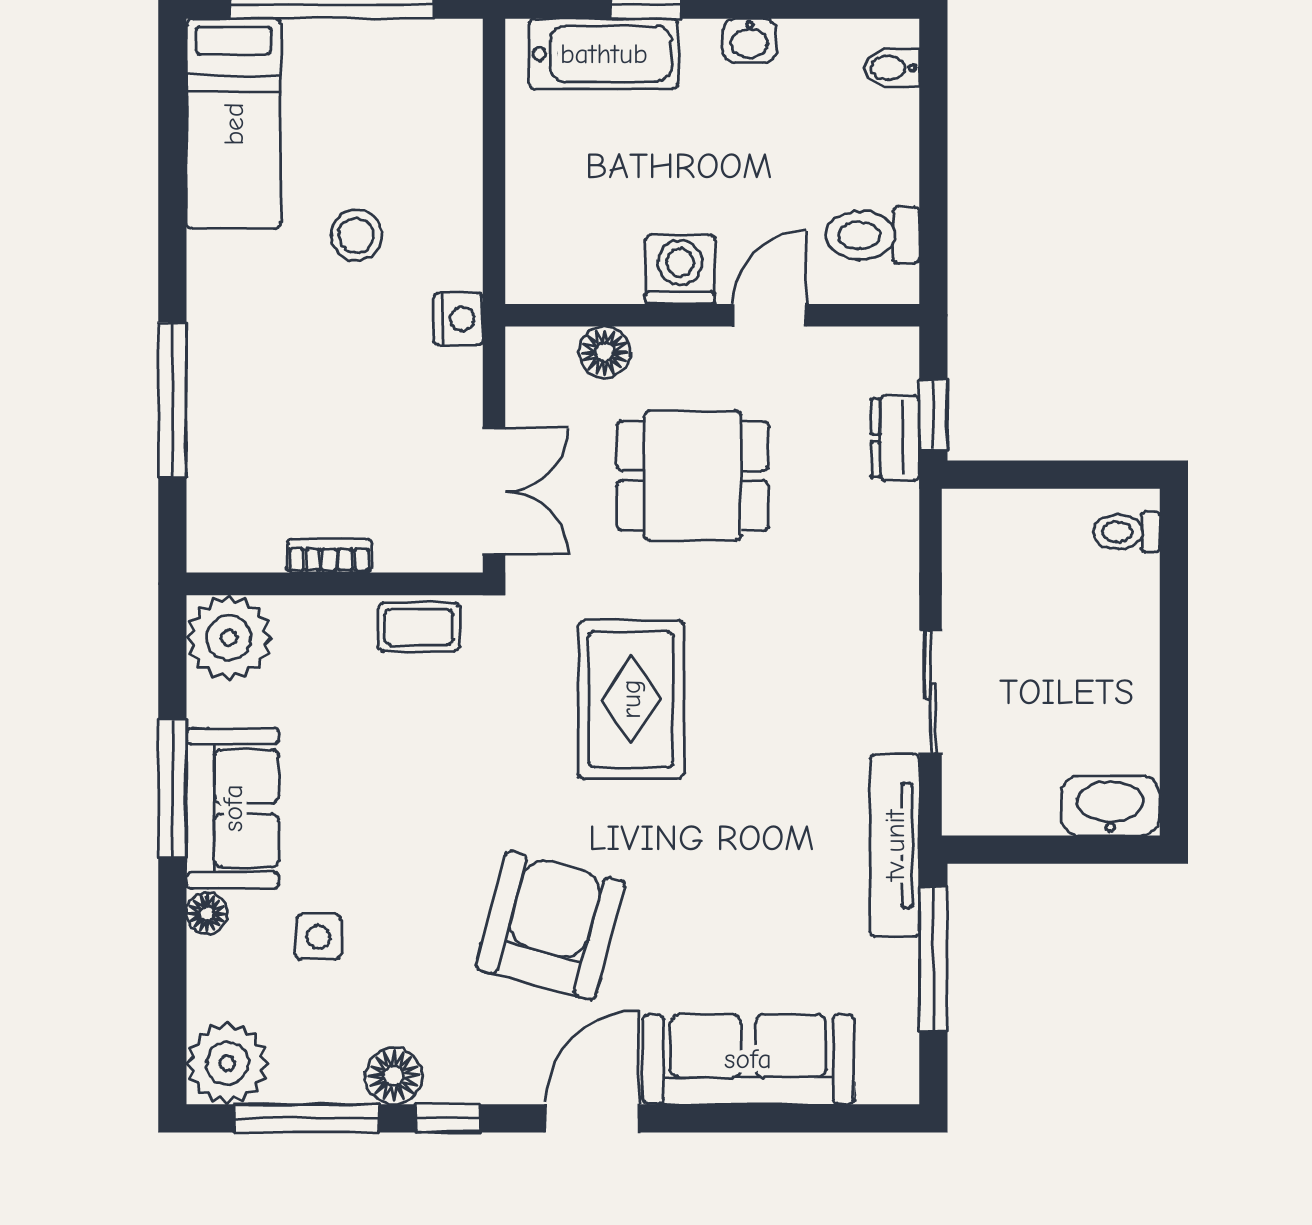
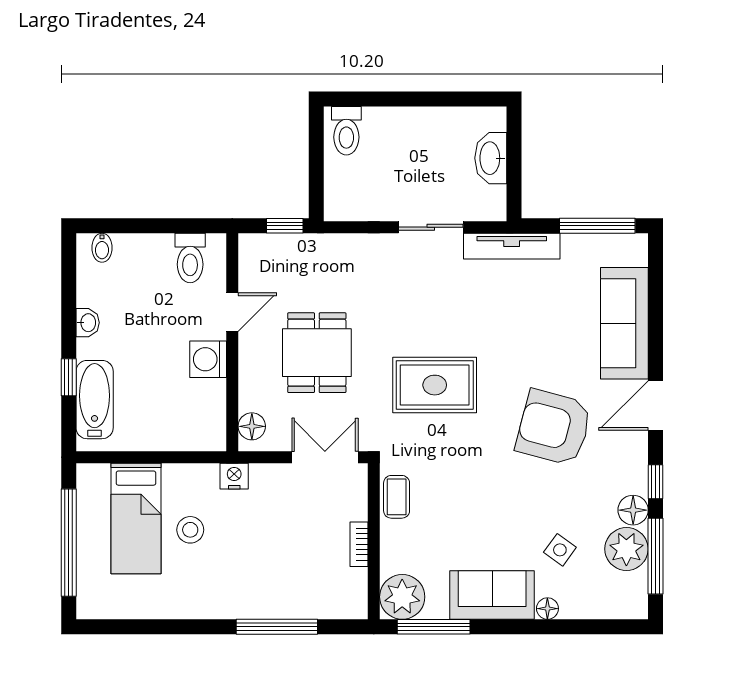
bed: (234, 124) -> (136, 518), moved, turned 90
door: (770, 315) -> (232, 312), swing flipped
floor lamp: (604, 352) -> (252, 426), moved
dresser: (895, 438) -> (297, 246), removed
toilet: (1127, 532) -> (346, 131), width x1.37, depth x1.39
window: (172, 789) -> (434, 627), moved
washbasin: (1110, 806) -> (491, 158), moved
side table: (318, 937) -> (560, 550), turned 36
window: (933, 959) -> (597, 226), moved
plant: (227, 1063) -> (626, 549), moved
door: (592, 1118) -> (655, 406), hinge flipped

